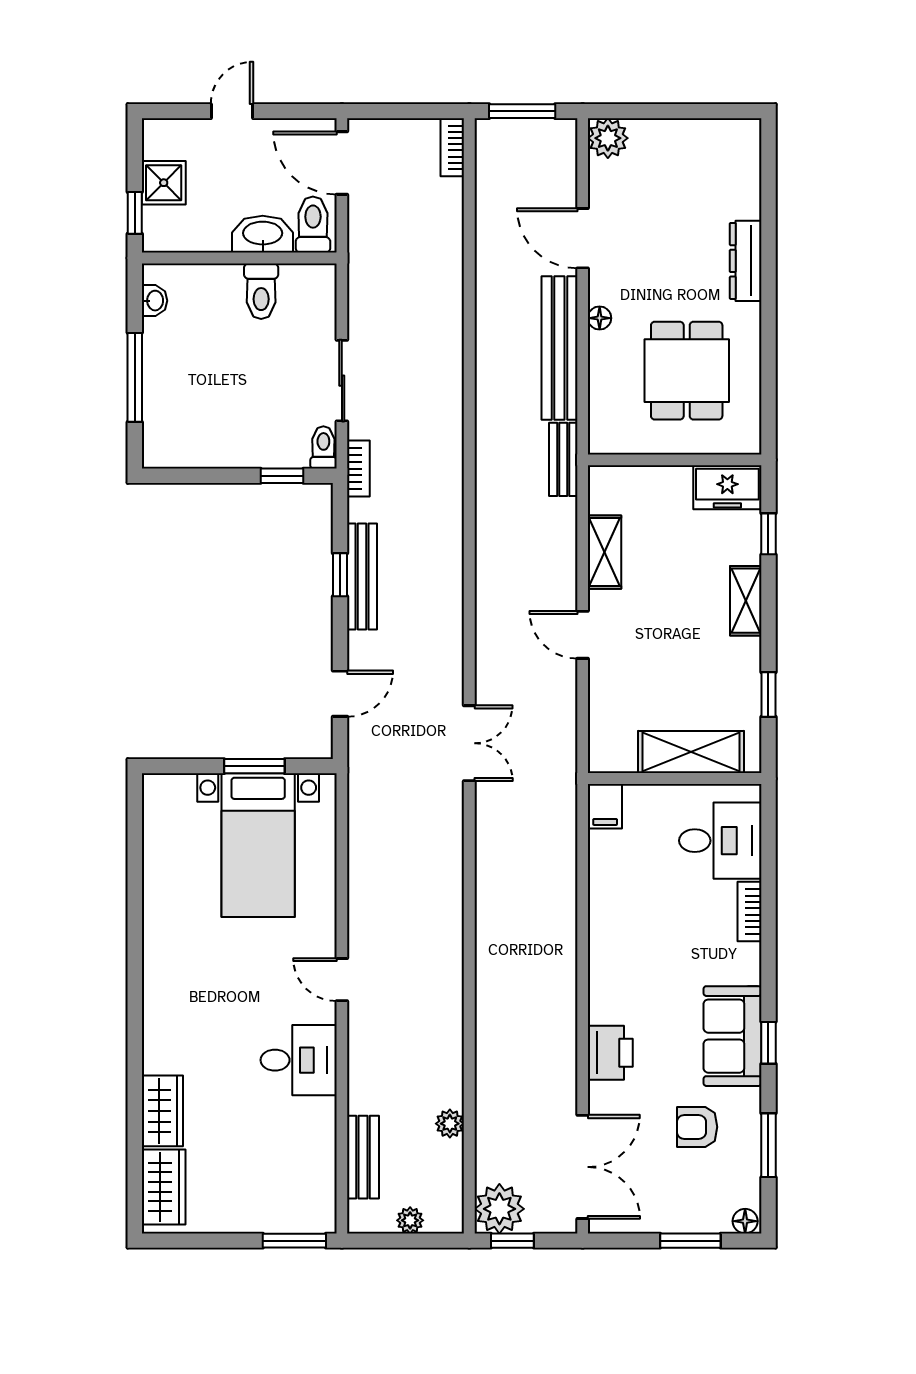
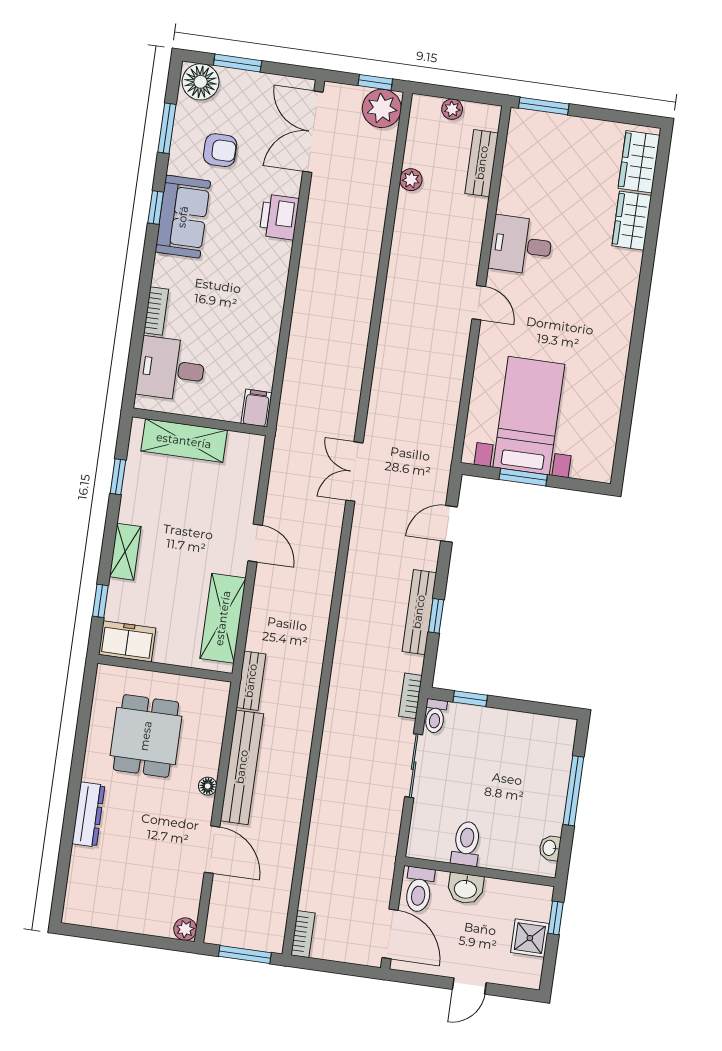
plant: (608, 138) -> (185, 929), width x0.73, depth x0.73
washbasin: (263, 234) -> (465, 888), width x0.72
shelving: (604, 552) -> (223, 618), width x1.50, depth x1.33
floor lamp: (745, 1221) -> (201, 82), width x1.89, depth x1.89

